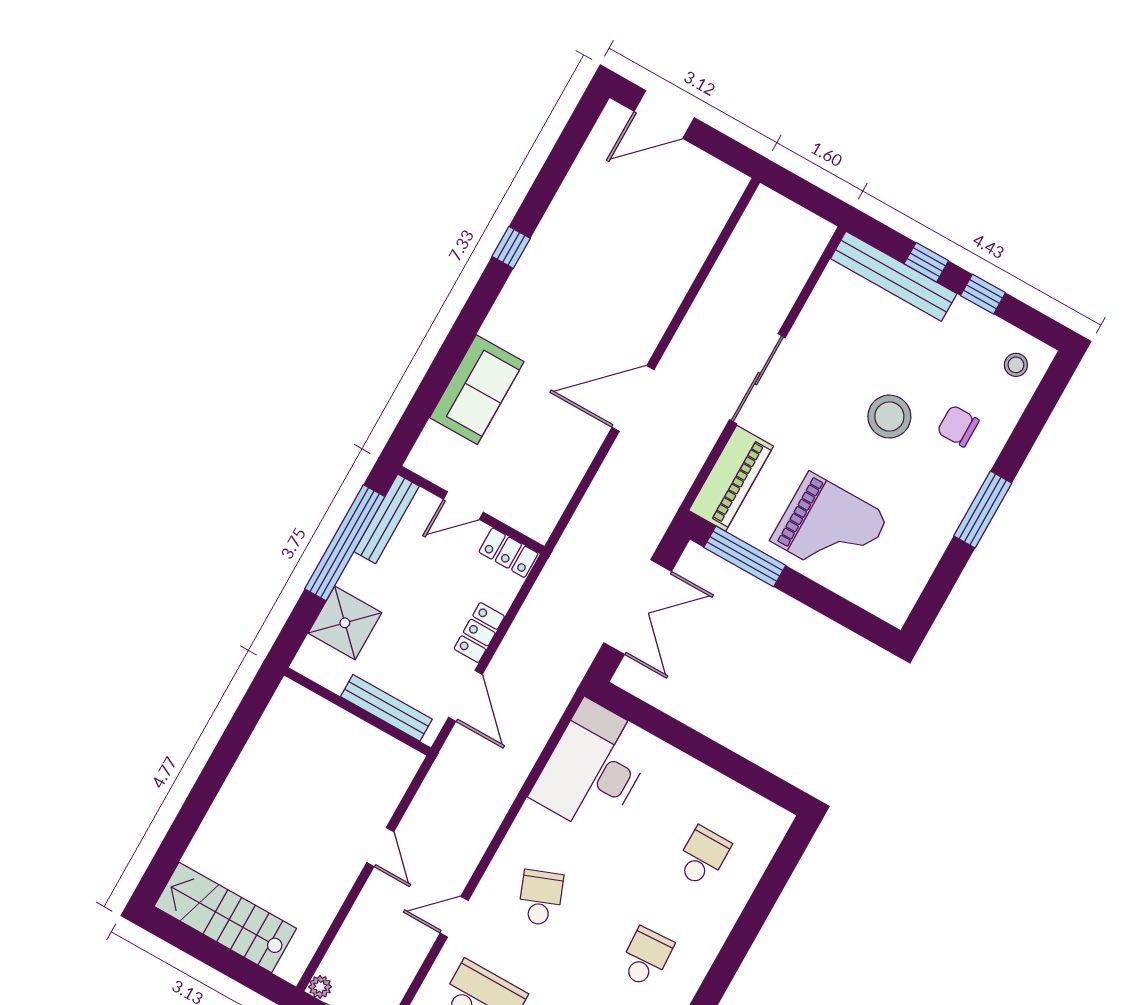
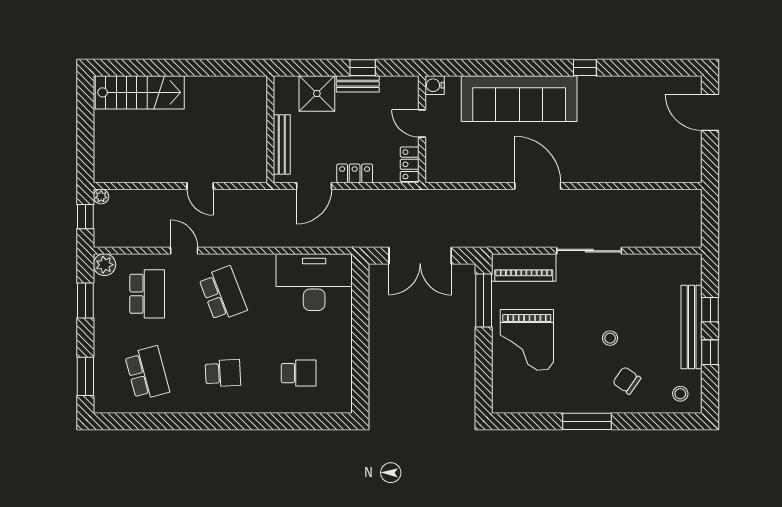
bench: (894, 276) -> (692, 327), moved
sofa: (477, 390) -> (519, 99), width x1.85, depth x1.27
stool: (889, 417) -> (610, 338), width x0.53, depth x0.53
chair: (958, 426) -> (627, 380), turned -55
water cooler: (422, 460) -> (435, 85), added
bench: (387, 519) -> (358, 84), moved, width x0.73
window: (345, 543) -> (363, 68), width x0.32
door: (380, 847) -> (200, 186), hinge flipped
school desk: (541, 898) -> (223, 294), width x1.85
stairs: (225, 917) -> (140, 92), moved, turned 90

